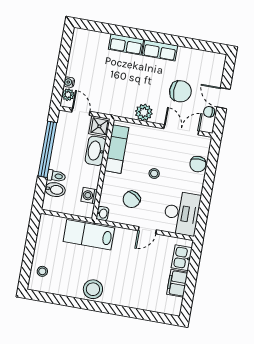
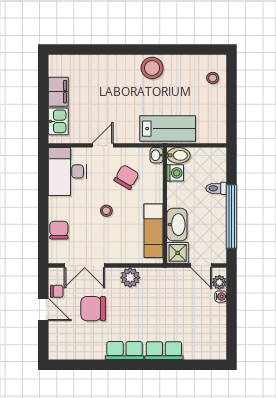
bidet: (55, 190) -> (178, 155), moved, turned 180

